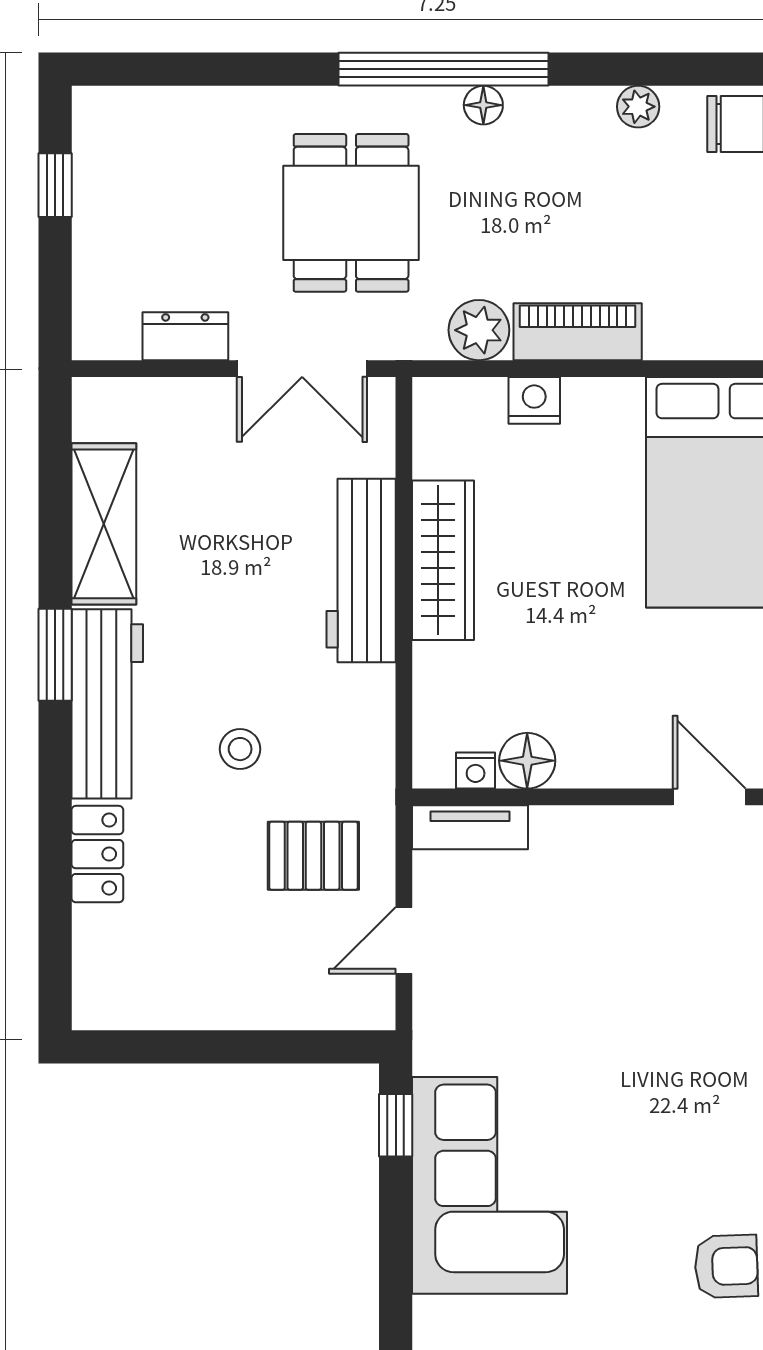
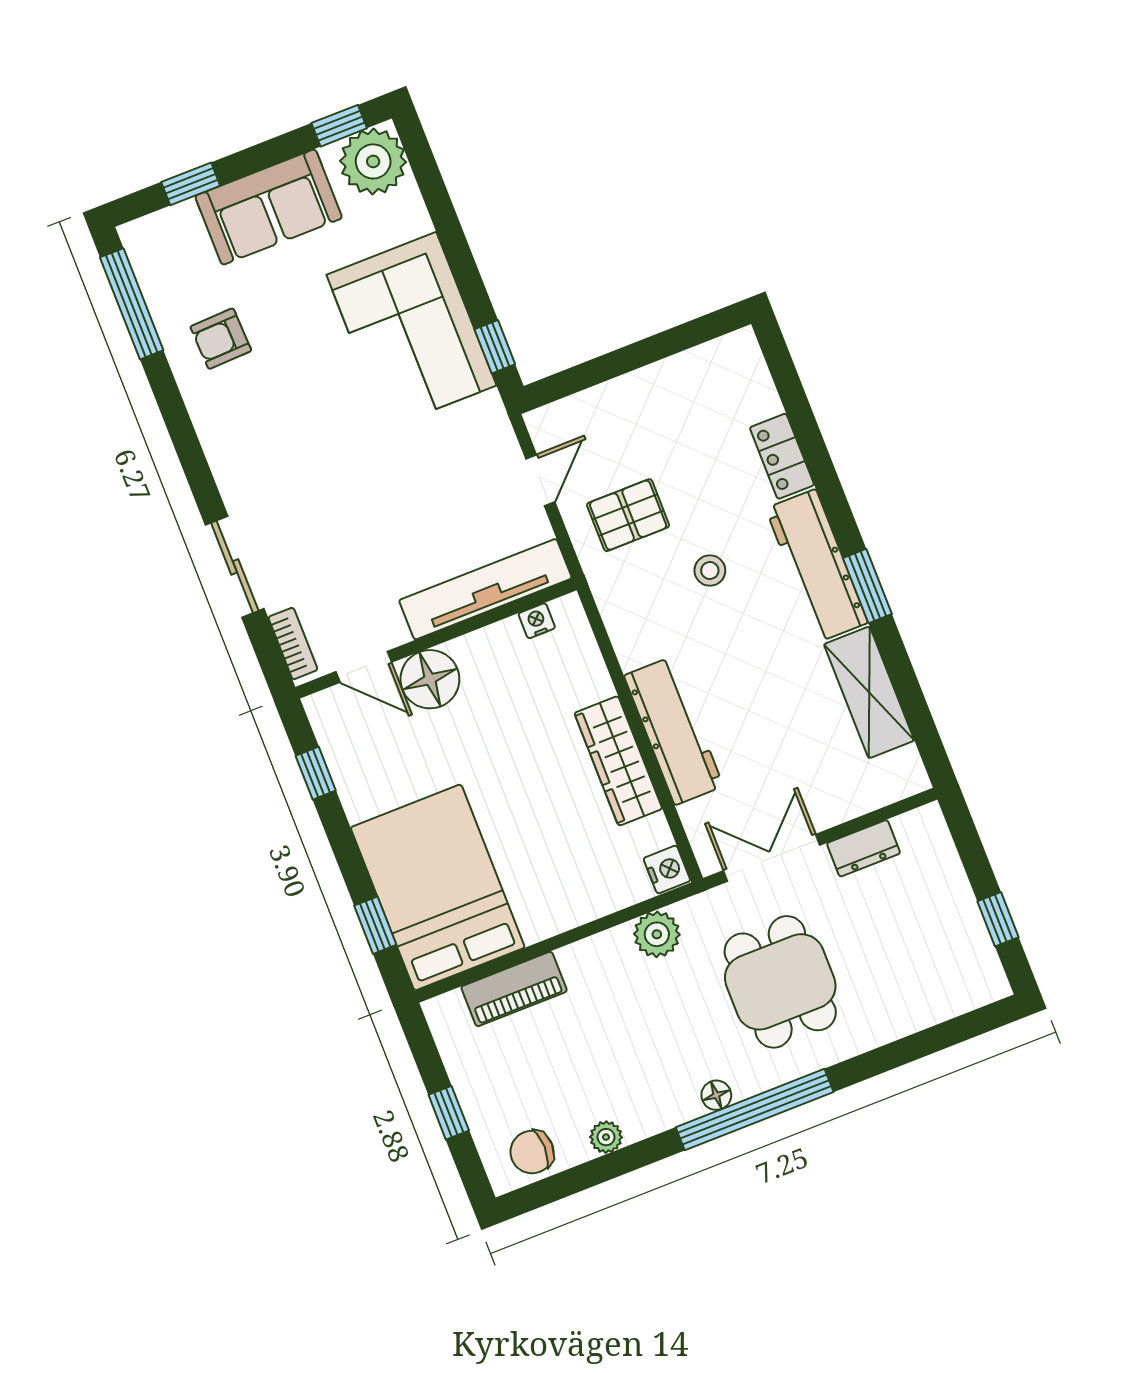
piano: (578, 332) -> (514, 989), moved
nightstand: (534, 400) -> (667, 870), moved, turned -90
floor lamp: (527, 761) -> (430, 679), moved, width x1.38, depth x1.38
tv unit: (470, 827) -> (485, 589), width x1.92, depth x1.29

